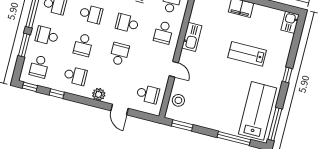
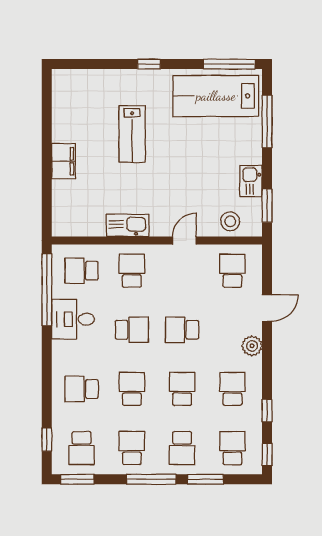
kitchen sink: (290, 22) -> (251, 181), moved, turned 90
school desk: (127, 23) -> (132, 330), turned -90
school desk: (163, 32) -> (132, 271), turned -90
school desk: (83, 45) -> (182, 389), turned -90
school desk: (39, 67) -> (232, 448), turned -90

